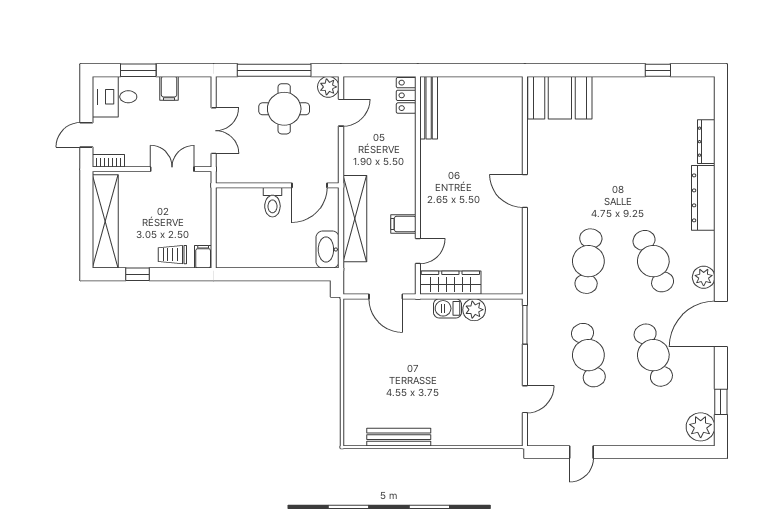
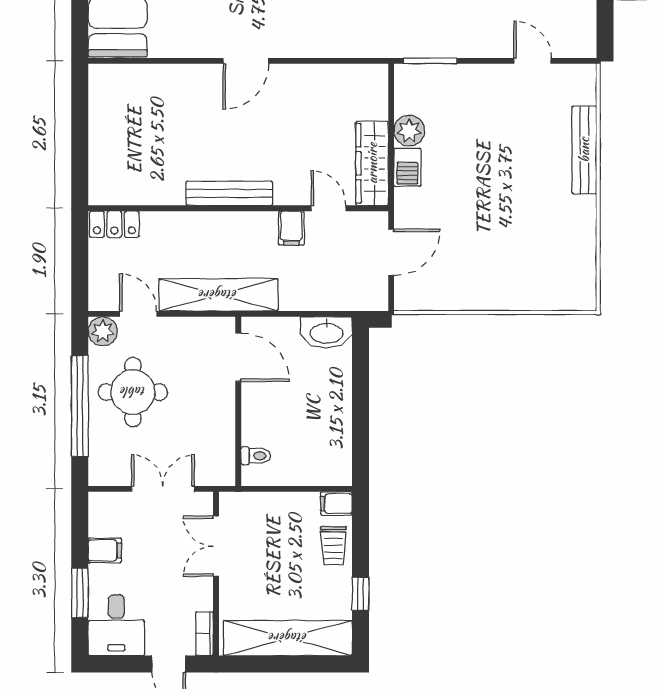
bench: (429, 108) -> (229, 193), moved
toilet: (272, 202) -> (256, 456), moved, width x0.73, depth x0.72
shelving: (355, 219) -> (218, 295), moved
bench: (399, 437) -> (584, 150), moved

